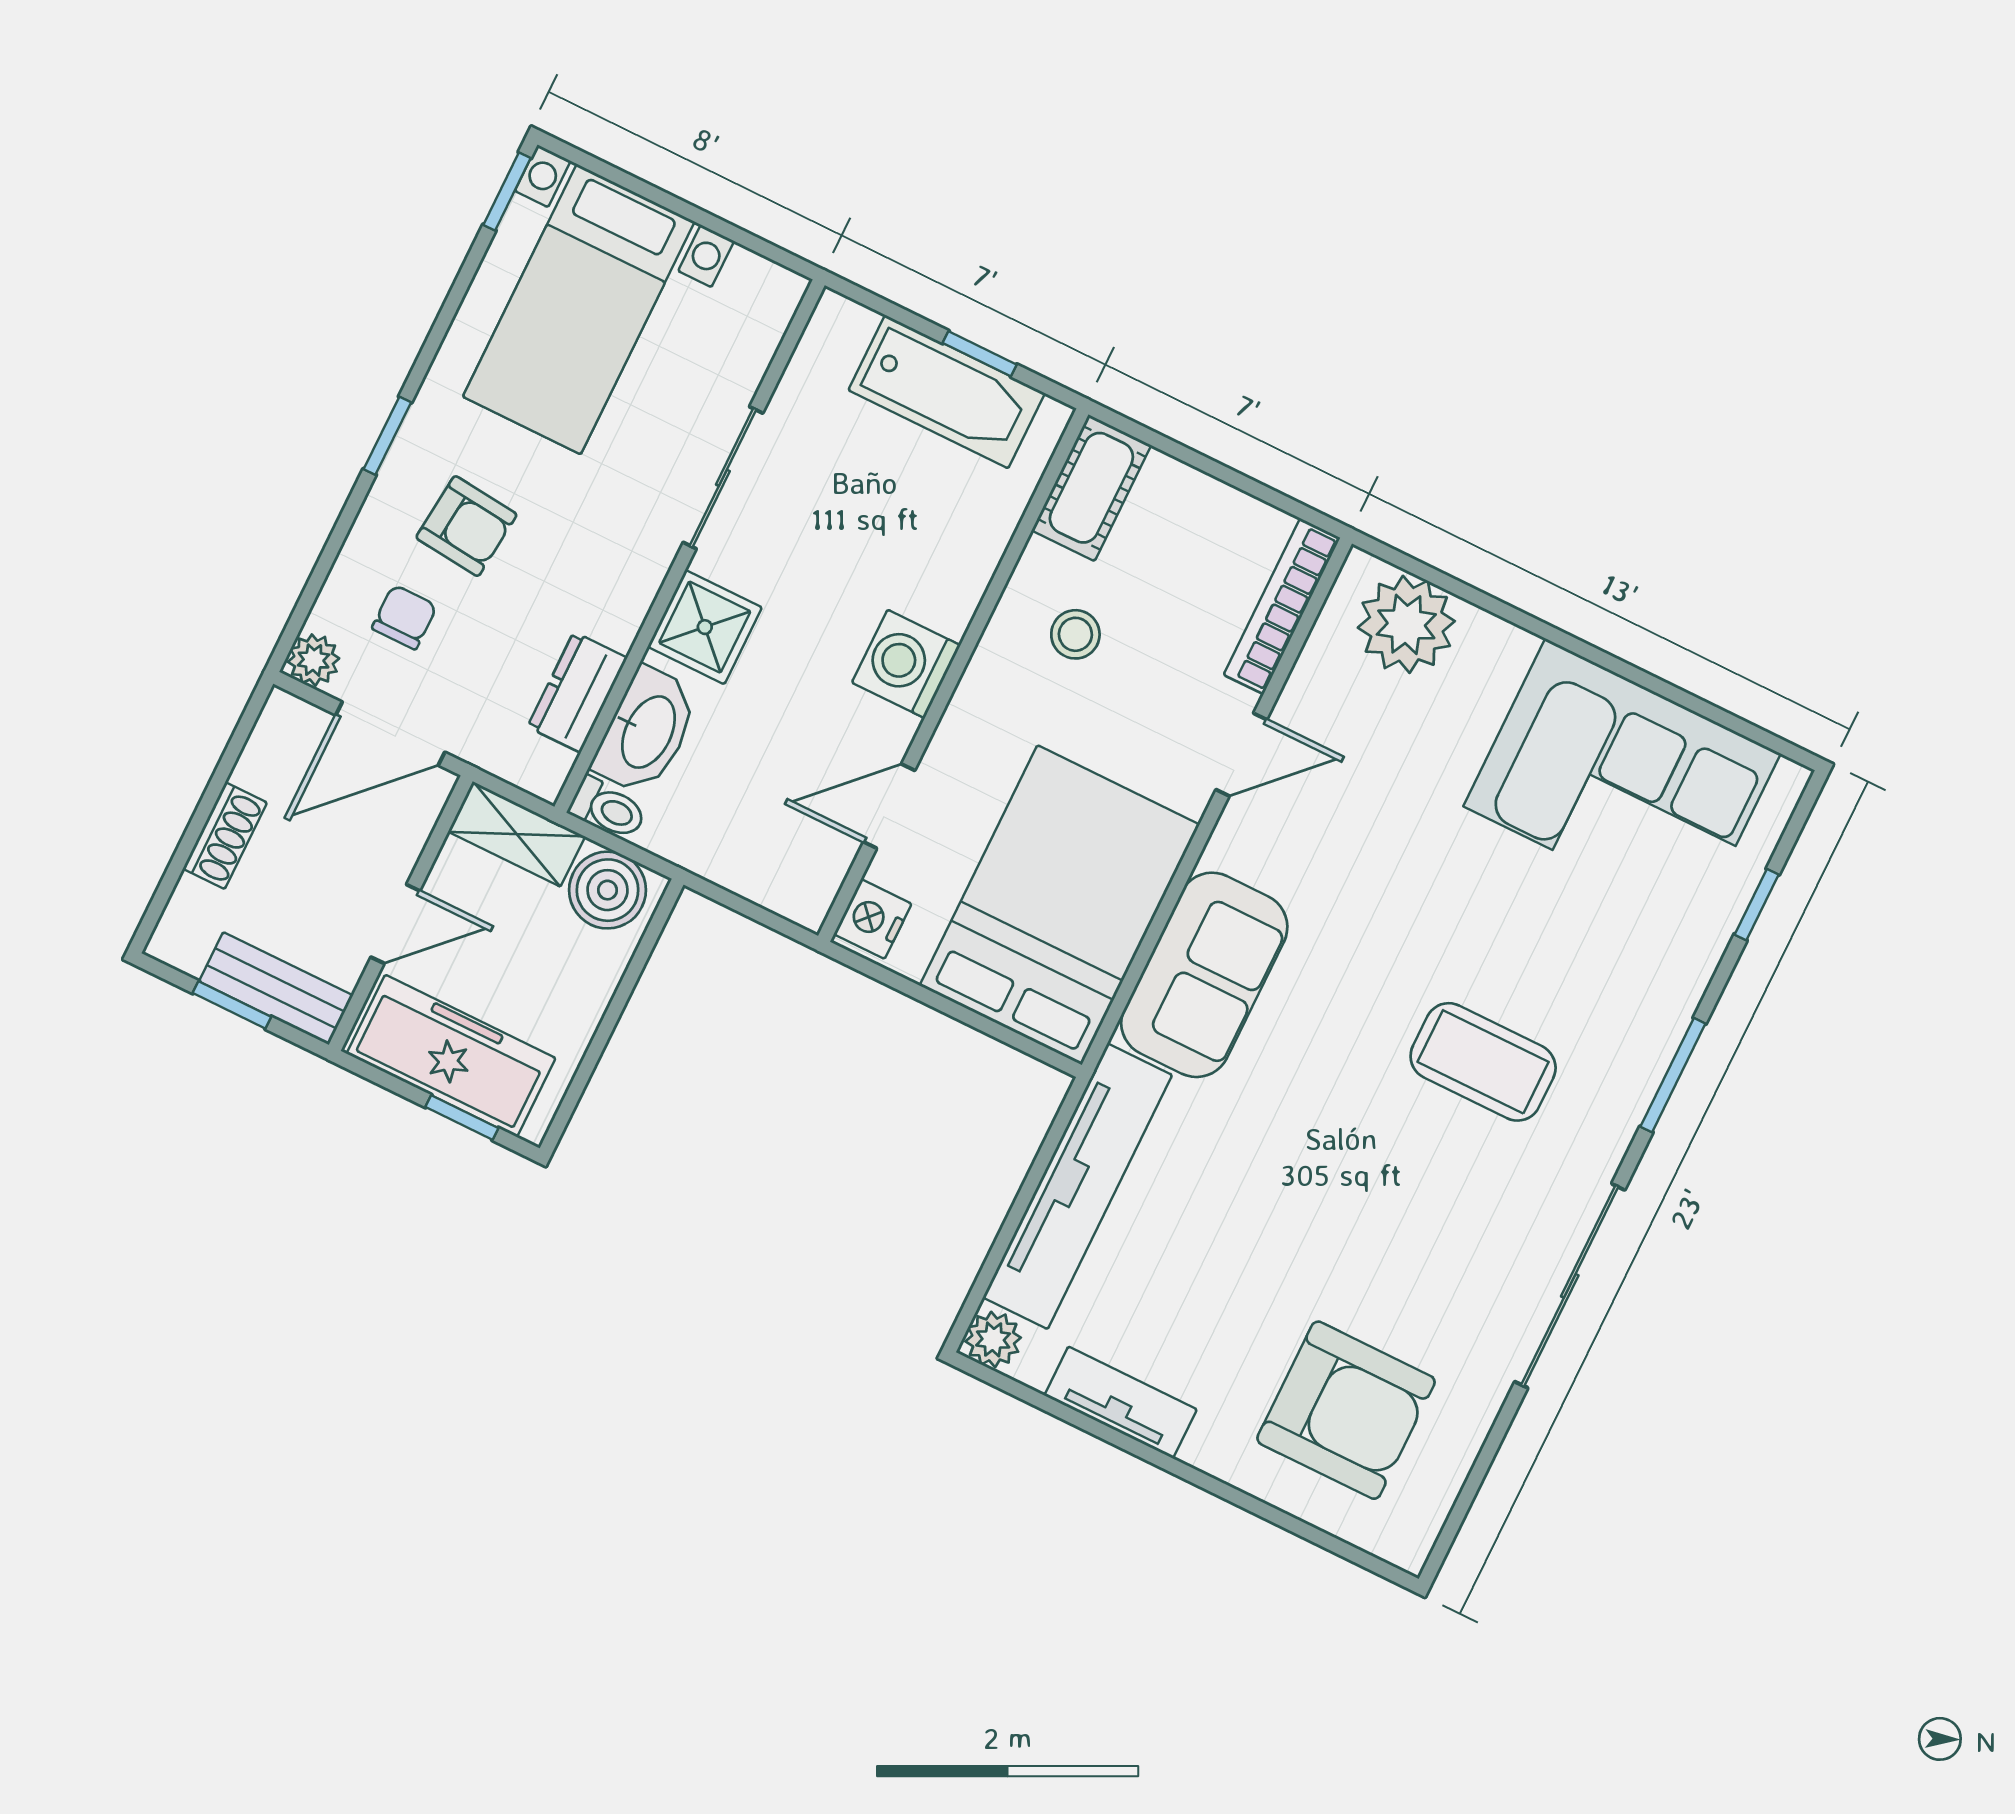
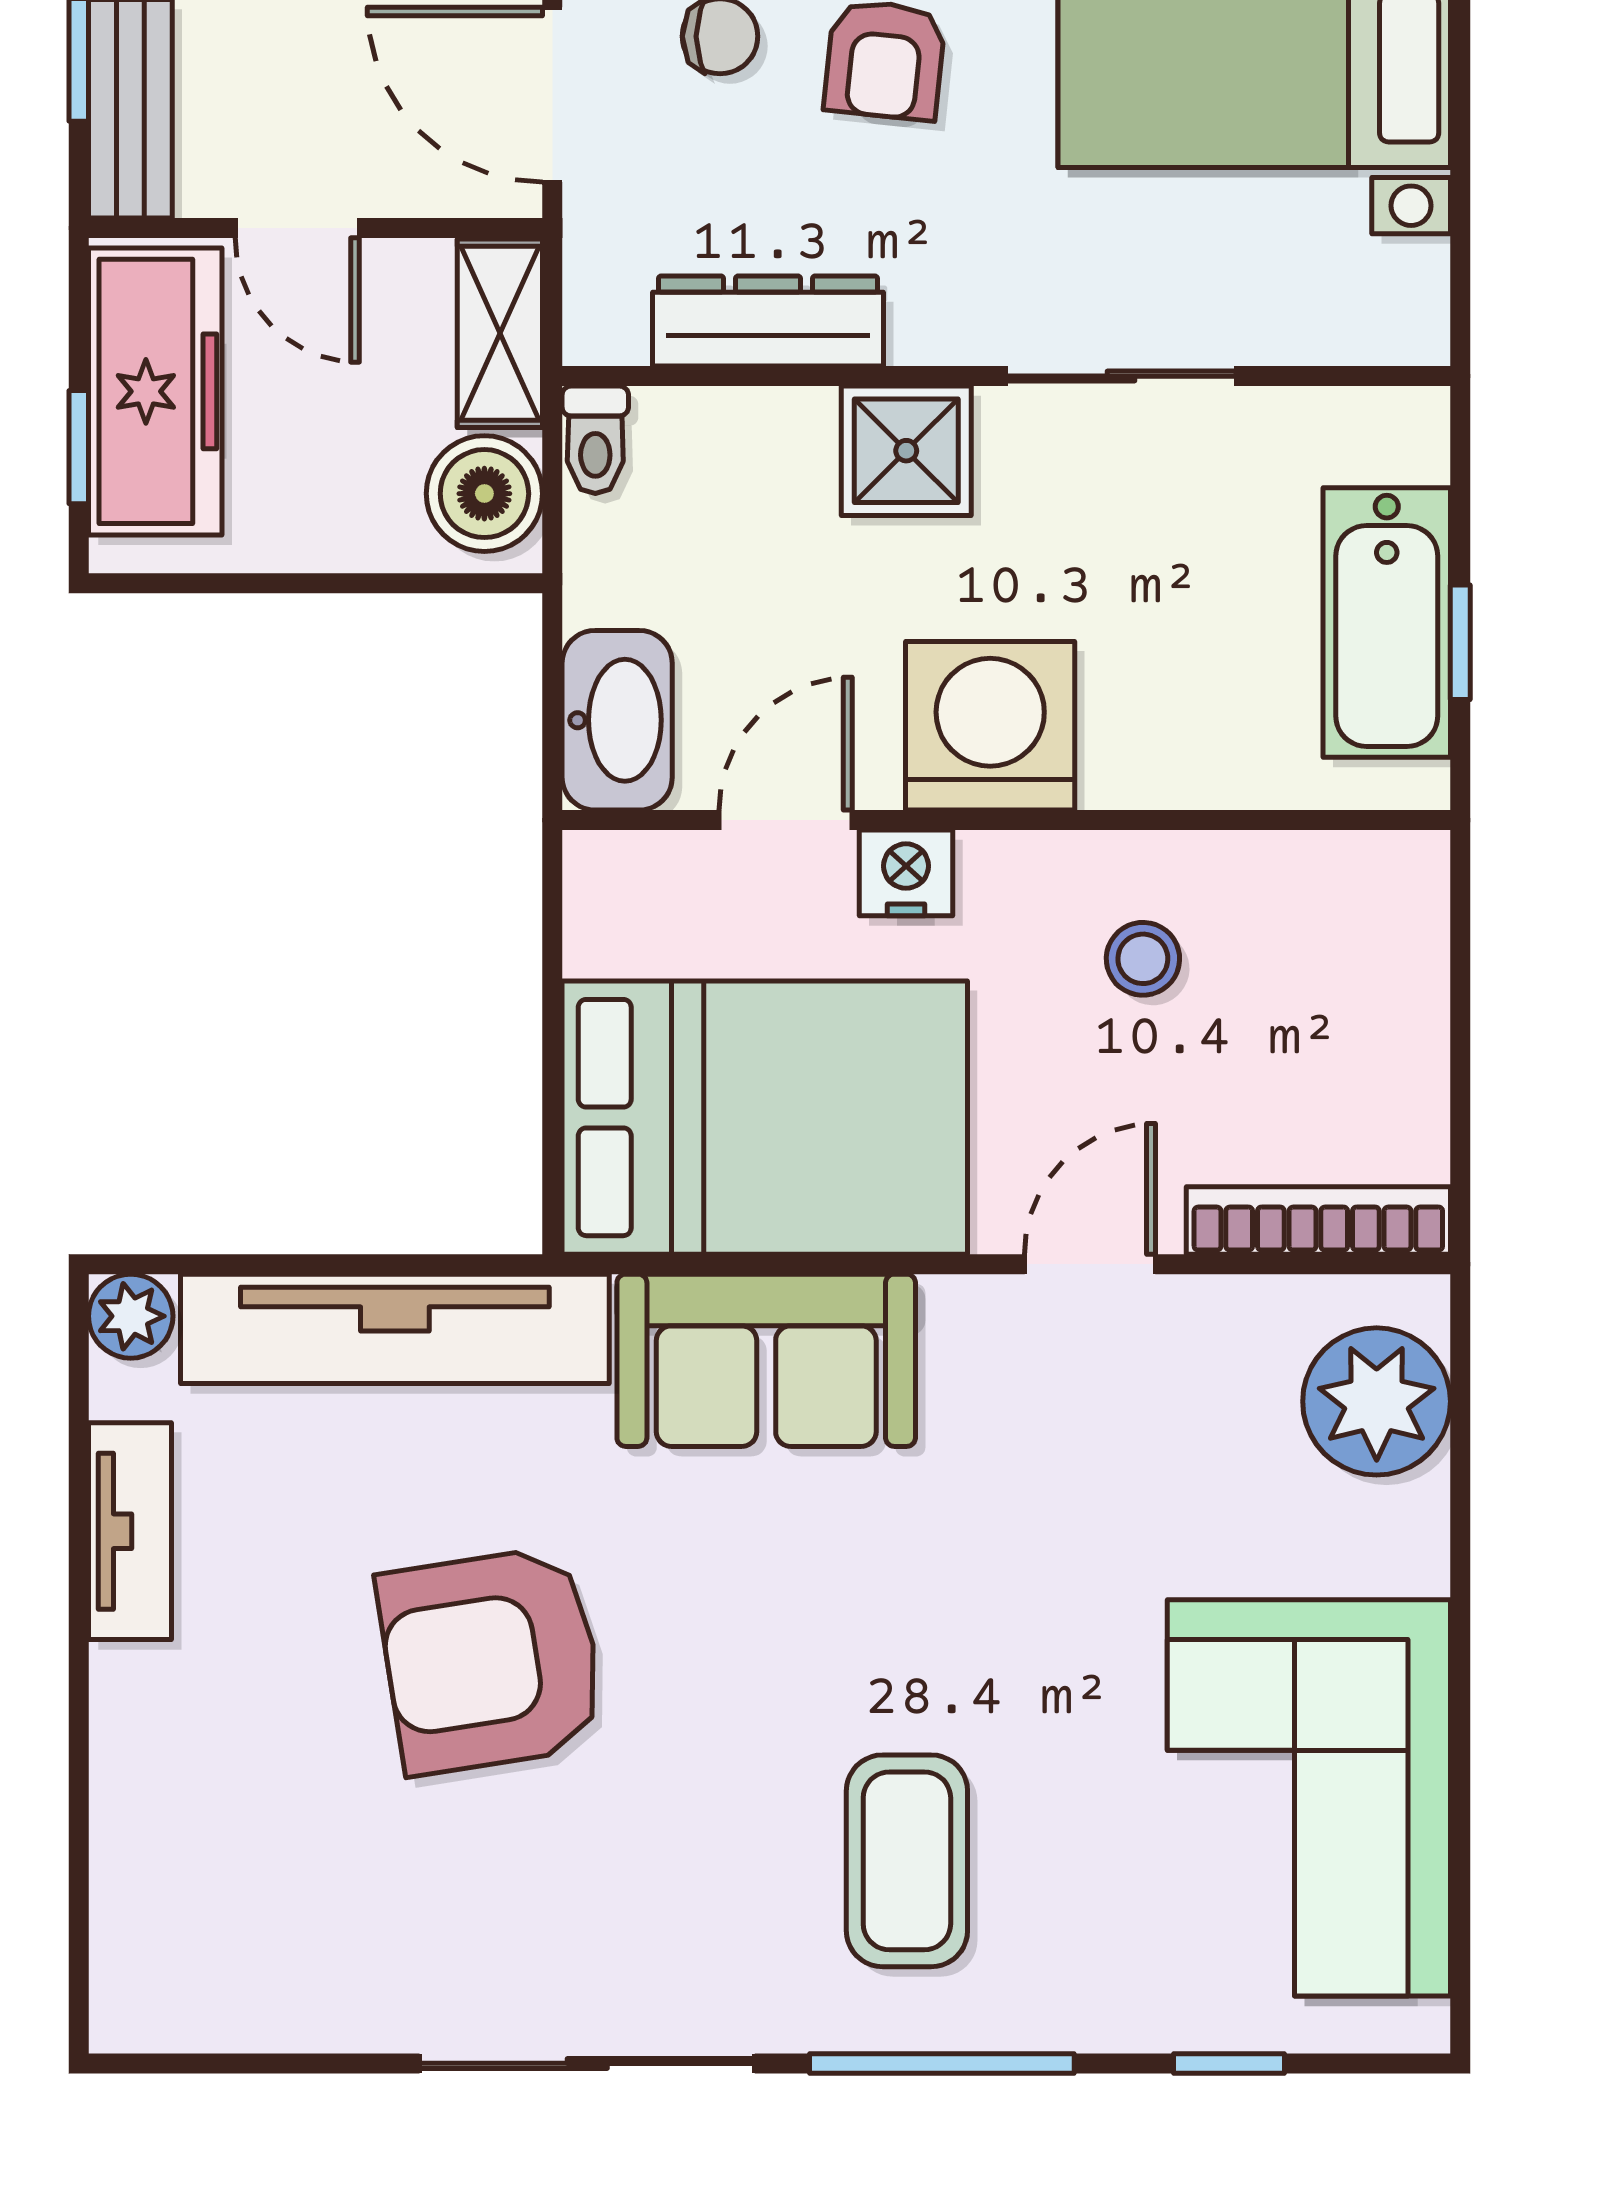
cot: (1091, 488) -> (1353, 883), removed
washing machine: (906, 664) -> (990, 726), width x1.37, depth x1.37
dresser: (577, 692) -> (768, 321), width x1.44
washbasin: (647, 731) -> (617, 720), moved, turned -90
door: (1241, 755) -> (1090, 1264), swing flipped
door: (889, 806) -> (786, 820), hinge flipped
nightstand: (873, 919) -> (906, 873), moved
coffee table: (1483, 1062) -> (907, 1861), moved
window: (1673, 1075) -> (942, 2063), width x1.44
armchair: (1346, 1410) -> (491, 1660), moved, turned 81

